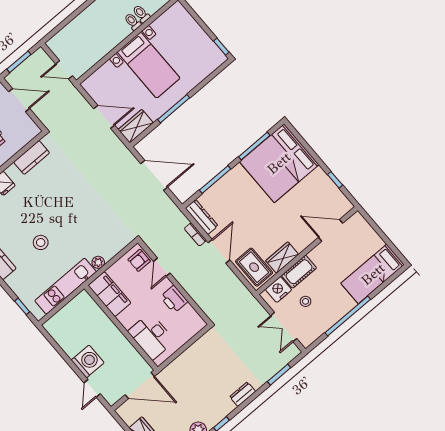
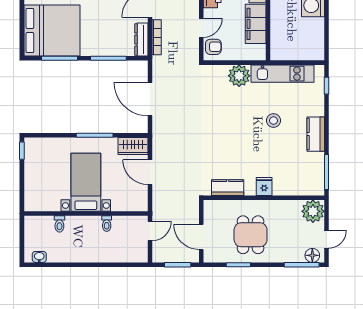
toilet: (133, 22) -> (107, 224), moved
door: (64, 70) -> (150, 231), hinge flipped
bookcase: (195, 234) -> (157, 37), width x1.56
plant: (98, 262) -> (239, 76), width x1.88, depth x1.88
filing cabinet: (109, 294) -> (256, 24), moved

